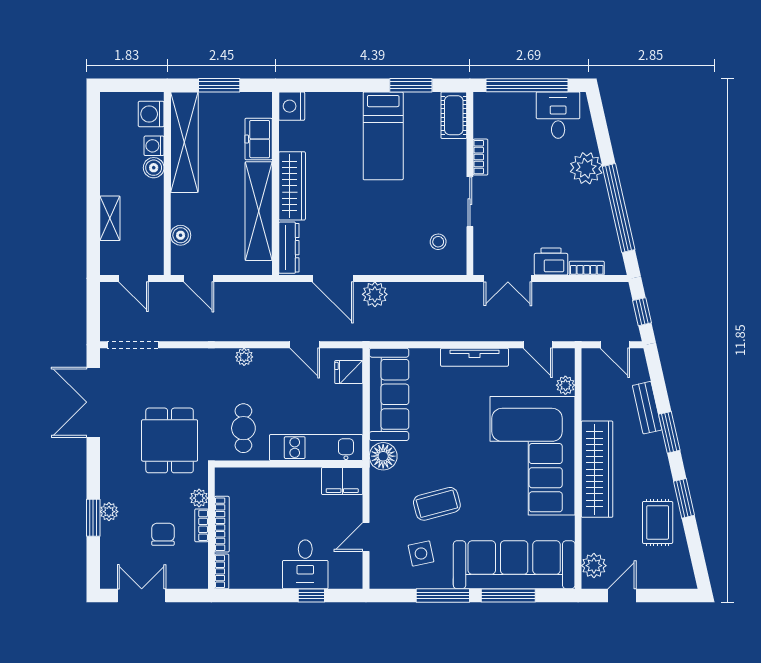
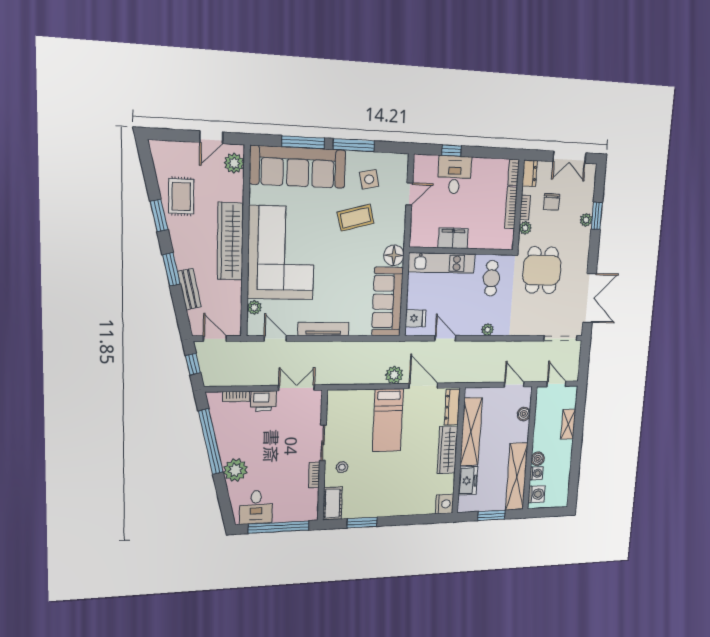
bed: (383, 136) -> (388, 420), moved, turned 180
stool: (438, 242) -> (342, 467), moved
filing cabinet: (342, 481) -> (453, 238), moved
dresser: (198, 571) -> (530, 173), added

